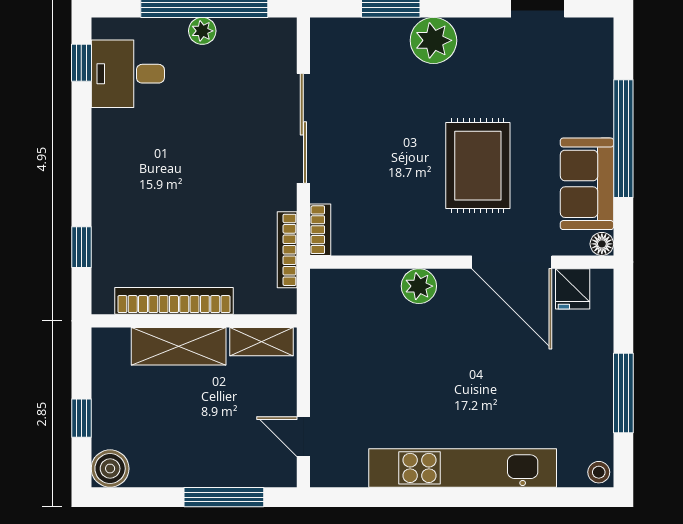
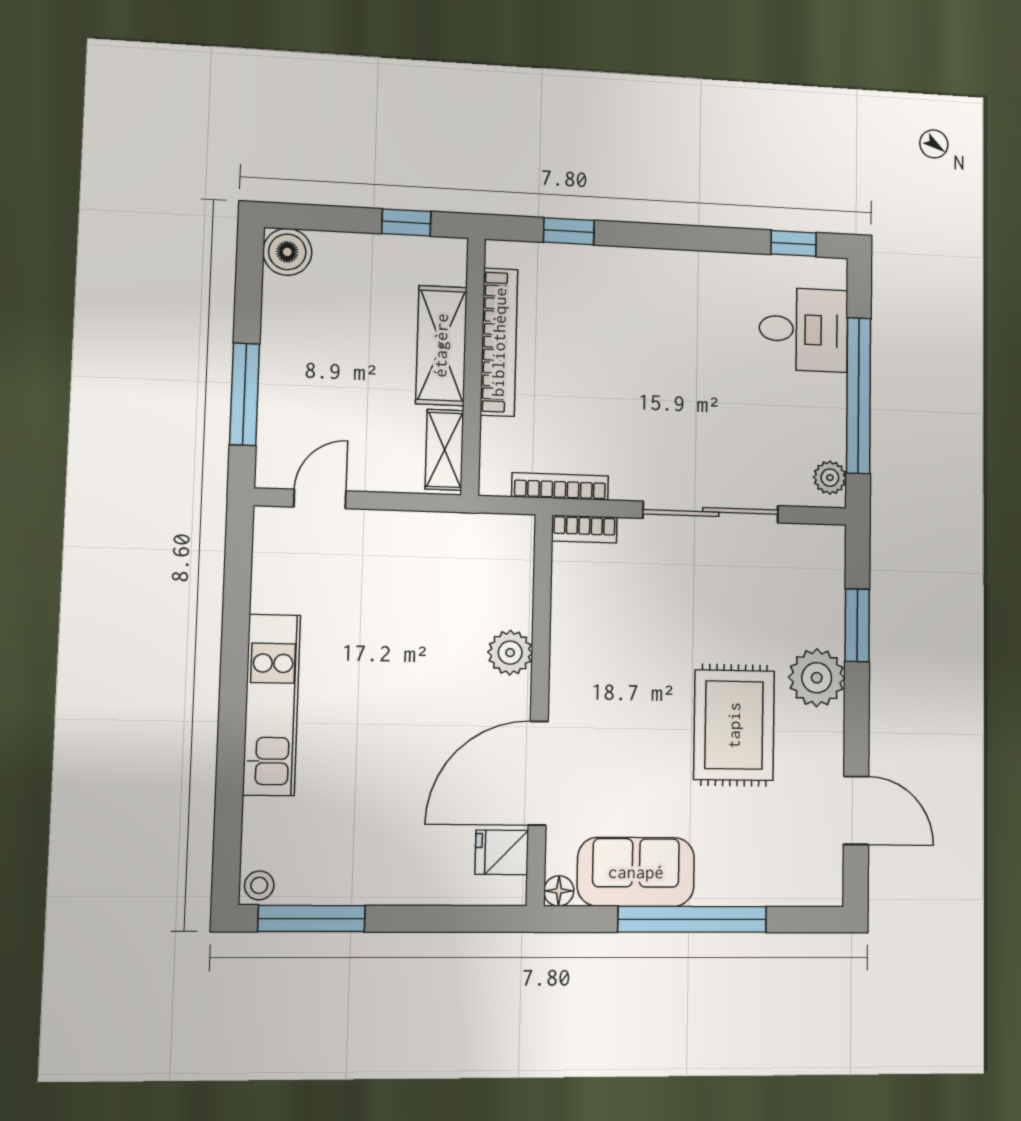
plant: (202, 31) -> (830, 478), moved
desk: (128, 74) -> (804, 330), moved, turned 90
rug: (478, 166) -> (734, 725), moved, turned 90
window: (623, 393) -> (312, 918), moved
window: (81, 418) -> (406, 223), moved
kitchen unit: (463, 468) -> (272, 705), width x0.73

